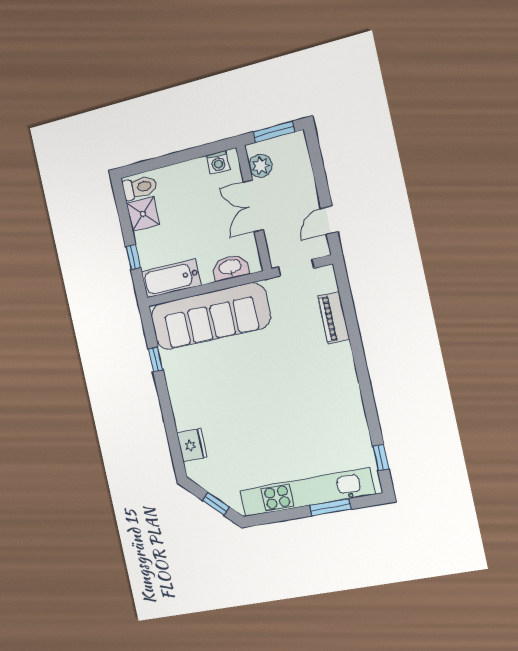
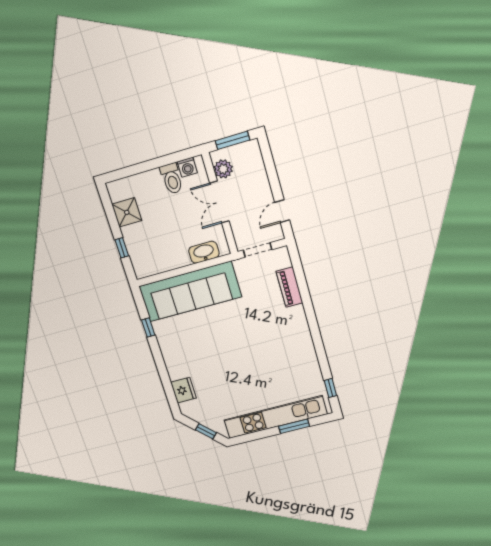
toilet: (140, 187) -> (172, 179), moved, turned 90
bathtub: (171, 278) -> (155, 263), removed

